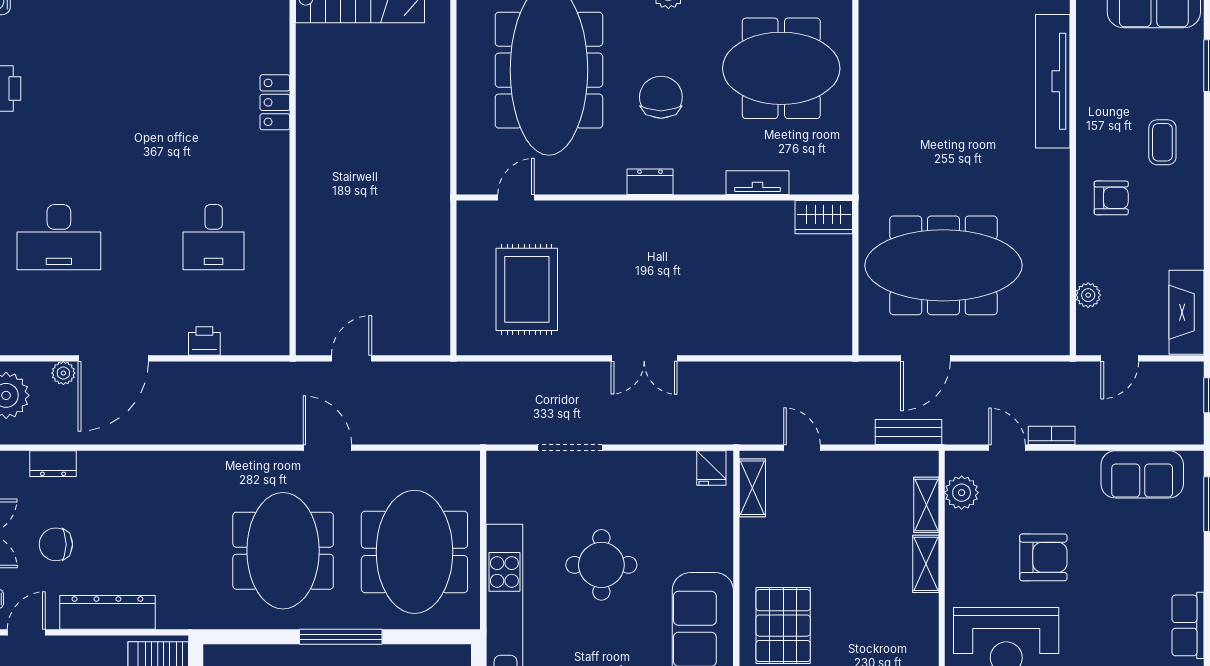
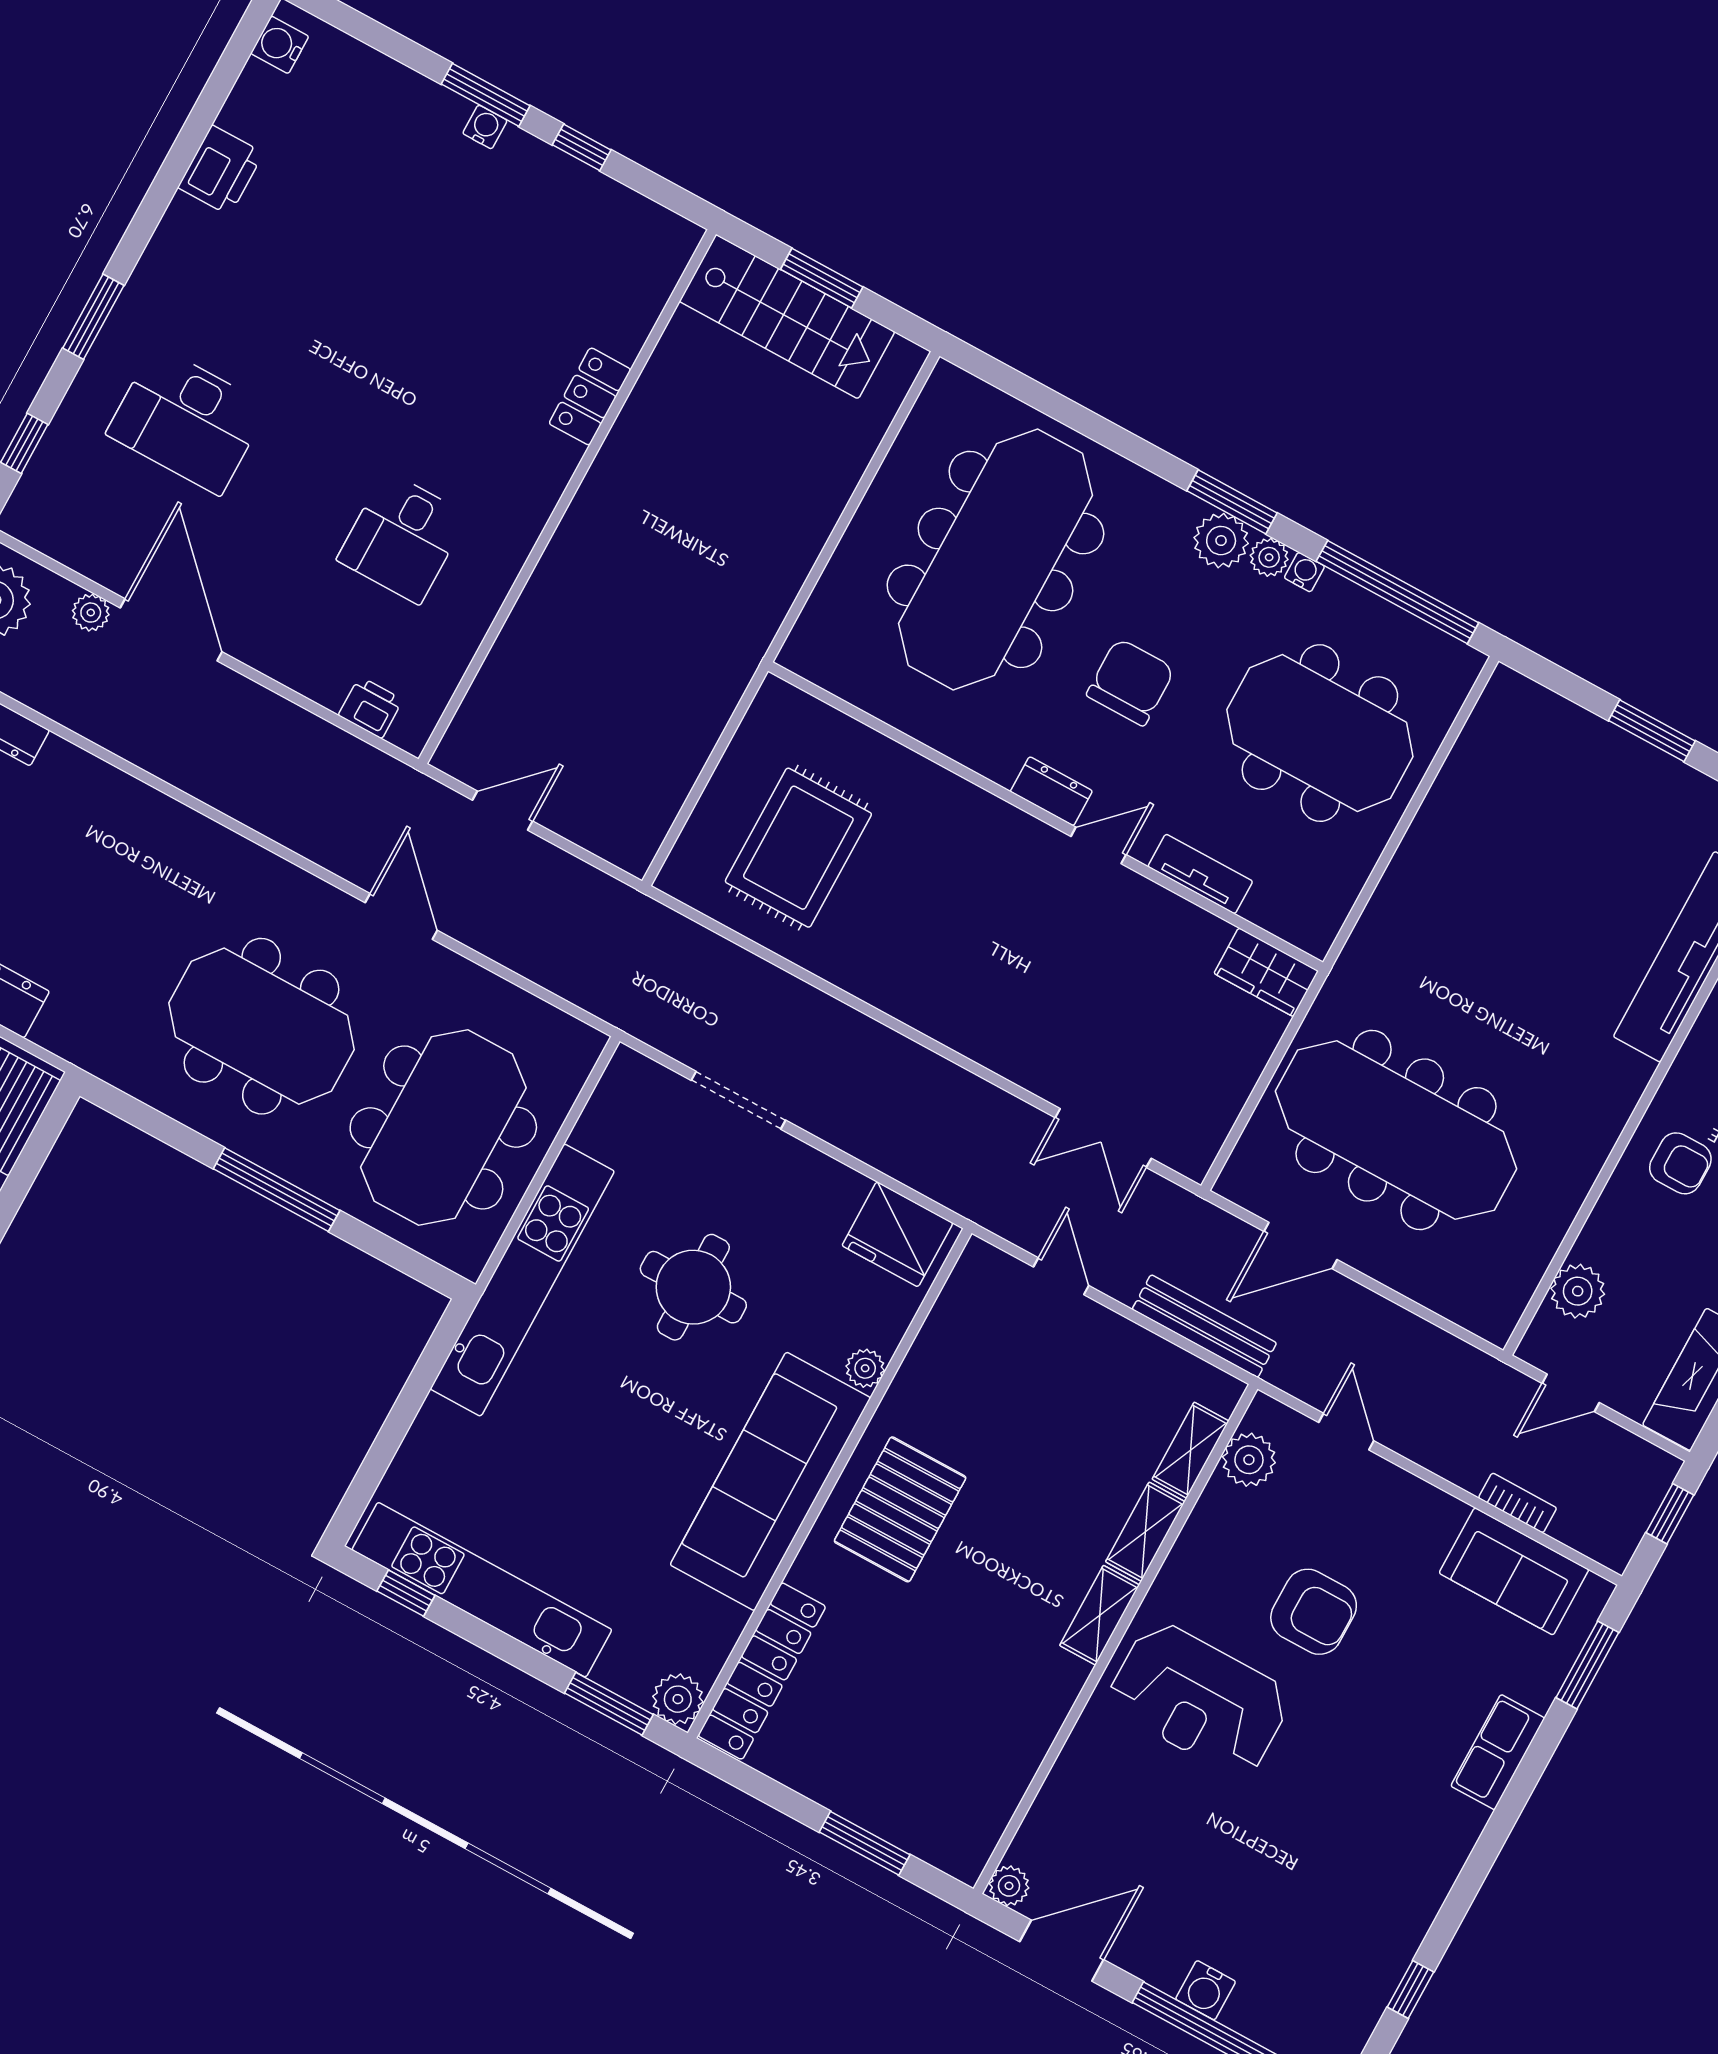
door: (516, 198) -> (1098, 845), moved
plant: (1088, 295) -> (1578, 1291), width x1.38, depth x1.38
printer: (204, 341) -> (371, 707), moved
door: (113, 358) -> (171, 630), swing flipped
double door: (644, 358) -> (1103, 1138), moved
bench: (908, 432) -> (1204, 1326), width x1.36
bookcase: (1052, 435) -> (1518, 1503), moved
fridge: (711, 468) -> (897, 1234), width x1.88, depth x1.34
shelving: (752, 488) -> (1100, 1615), moved
meeting table: (283, 551) -> (261, 1026), turned 90
plant: (721, 558) -> (865, 1368), added
row of seats: (1188, 625) -> (1498, 1752), moved

